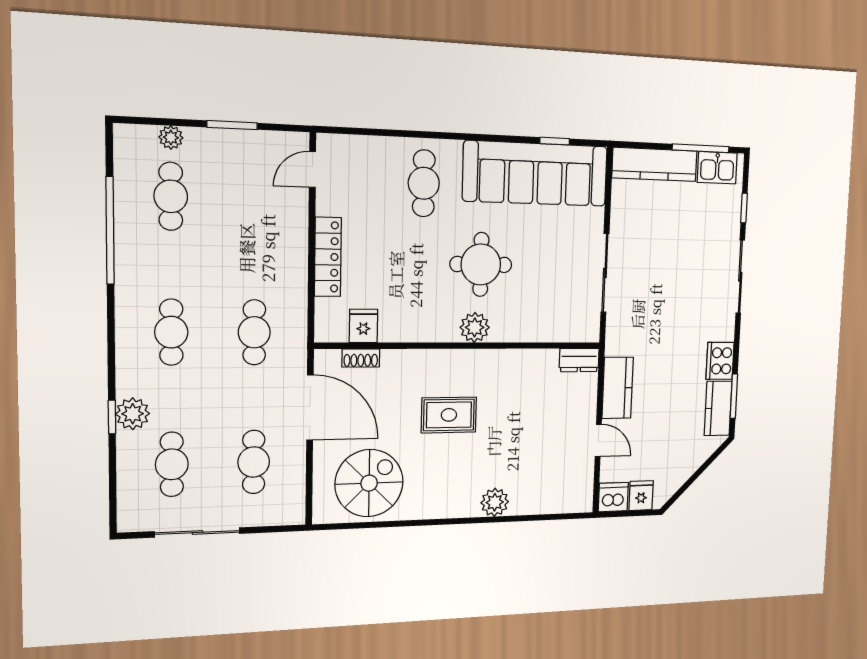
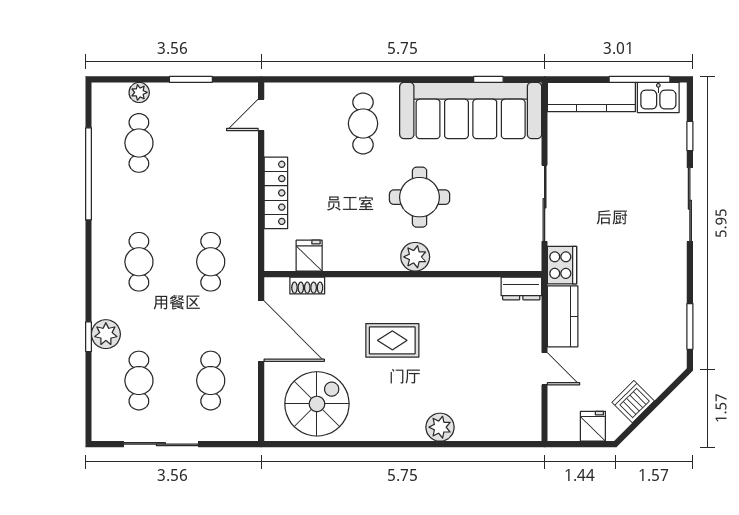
cooker: (720, 361) -> (562, 265), moved, turned 180
kitchen counter: (718, 408) -> (673, 339), removed
dishwasher: (613, 497) -> (633, 402), moved, turned -45

